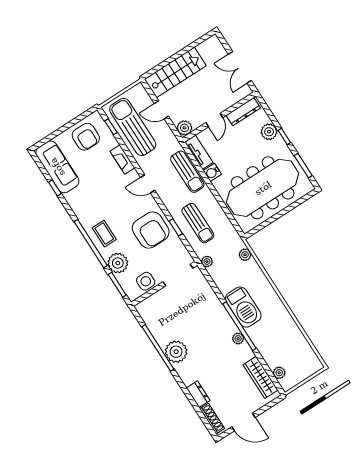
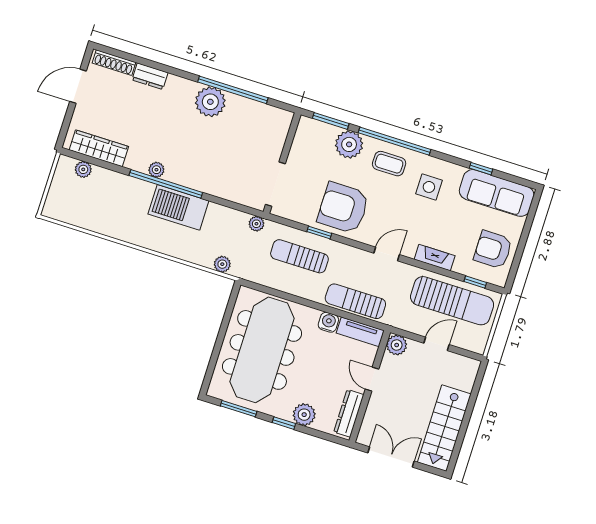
stairs: (175, 72) -> (444, 428), moved
side table: (146, 281) -> (429, 187), moved

